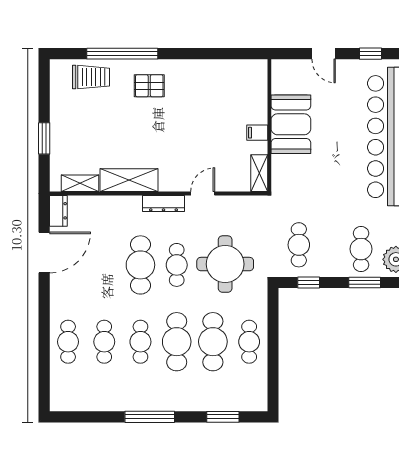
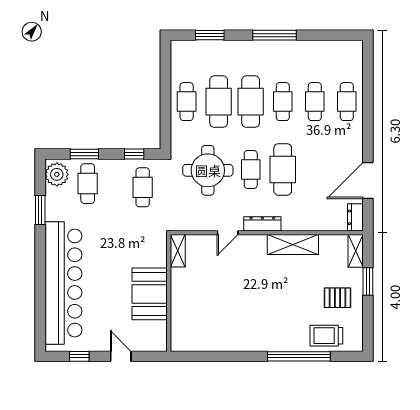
pallet: (149, 86) -> (338, 298), moved
filing cabinet: (257, 133) -> (179, 286), removed
shelving: (80, 183) -> (356, 251), moved, turned 90

